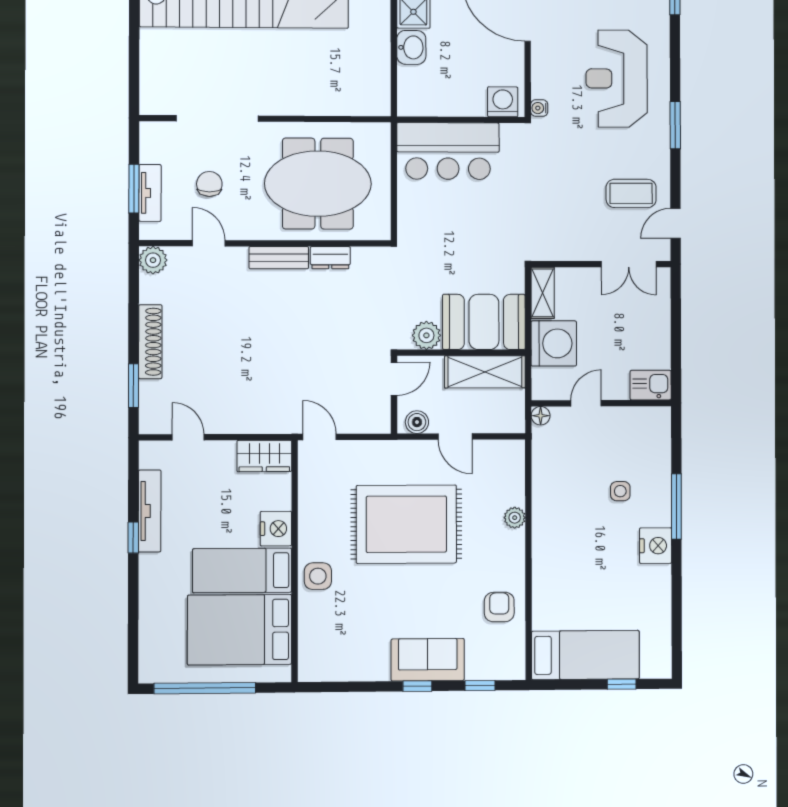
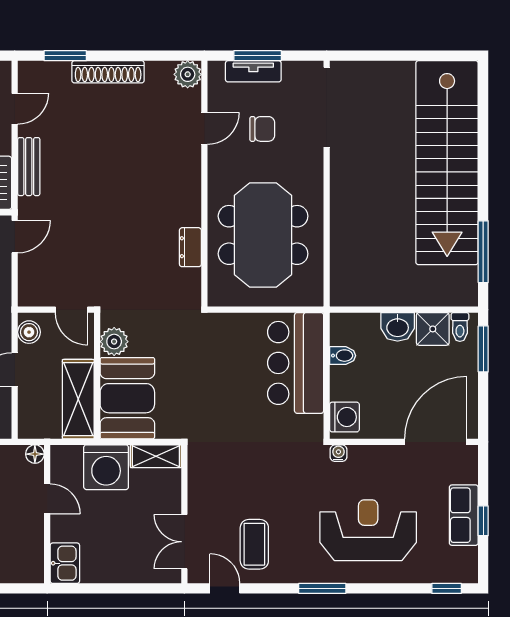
bidet: (440, 103) -> (343, 356), added
doorway: (217, 118) -> (327, 107), moved
bench: (279, 258) -> (29, 167), moved

